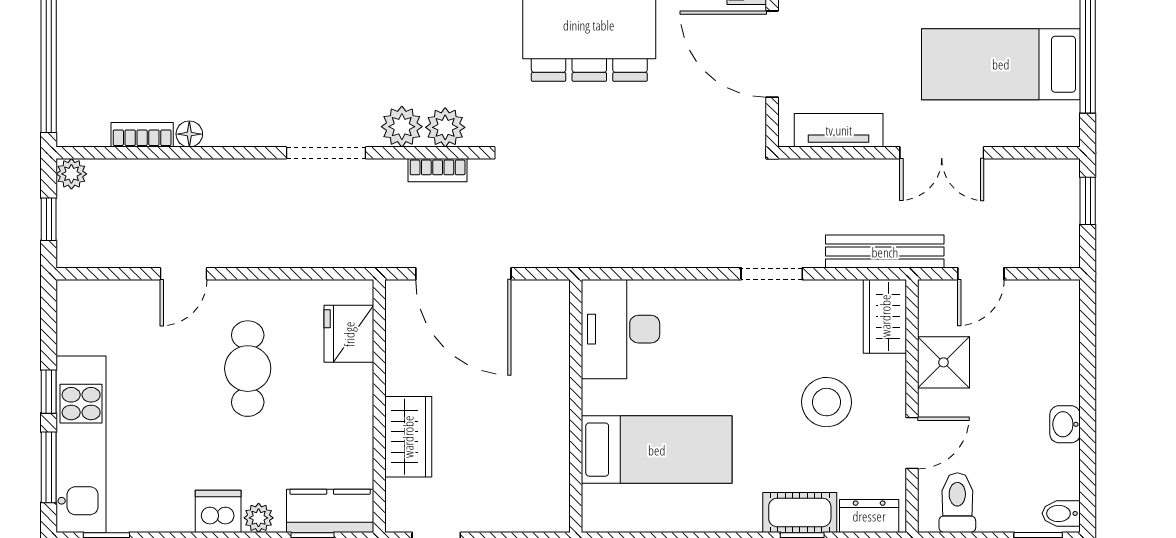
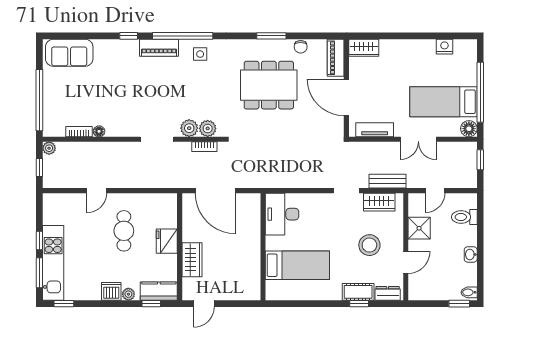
floor lamp: (1061, 128) -> (469, 129), added
bench: (885, 252) -> (387, 181), width x0.73
wardrobe: (885, 316) -> (379, 202), moved, turned -90
fridge: (349, 334) -> (167, 241), moved
toilet: (957, 503) -> (464, 217), moved, turned -90

